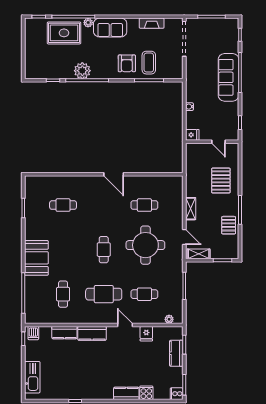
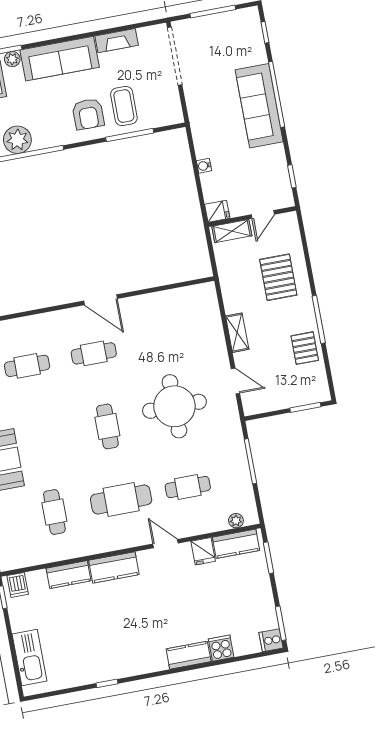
sofa: (110, 28) -> (60, 59), width x1.36
door: (219, 142) -> (263, 214), hinge flipped
cafe table: (144, 205) -> (94, 353), moved
shelving: (199, 254) -> (232, 231), moved
kitchen counter: (176, 353) -> (236, 544), moved, turned -90

